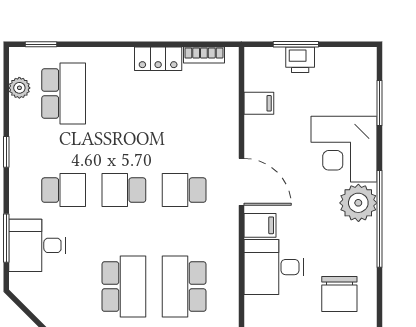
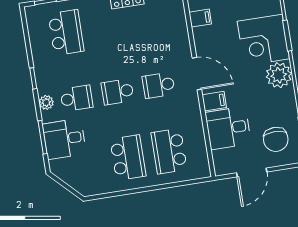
plant: (19, 88) -> (46, 102), moved

